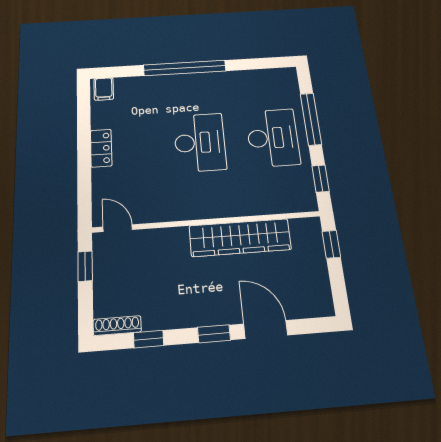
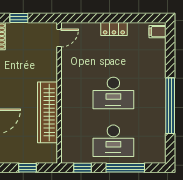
window: (185, 68) -> (170, 106), moved
window: (331, 244) -> (28, 168), moved
window: (85, 266) -> (19, 18), moved

